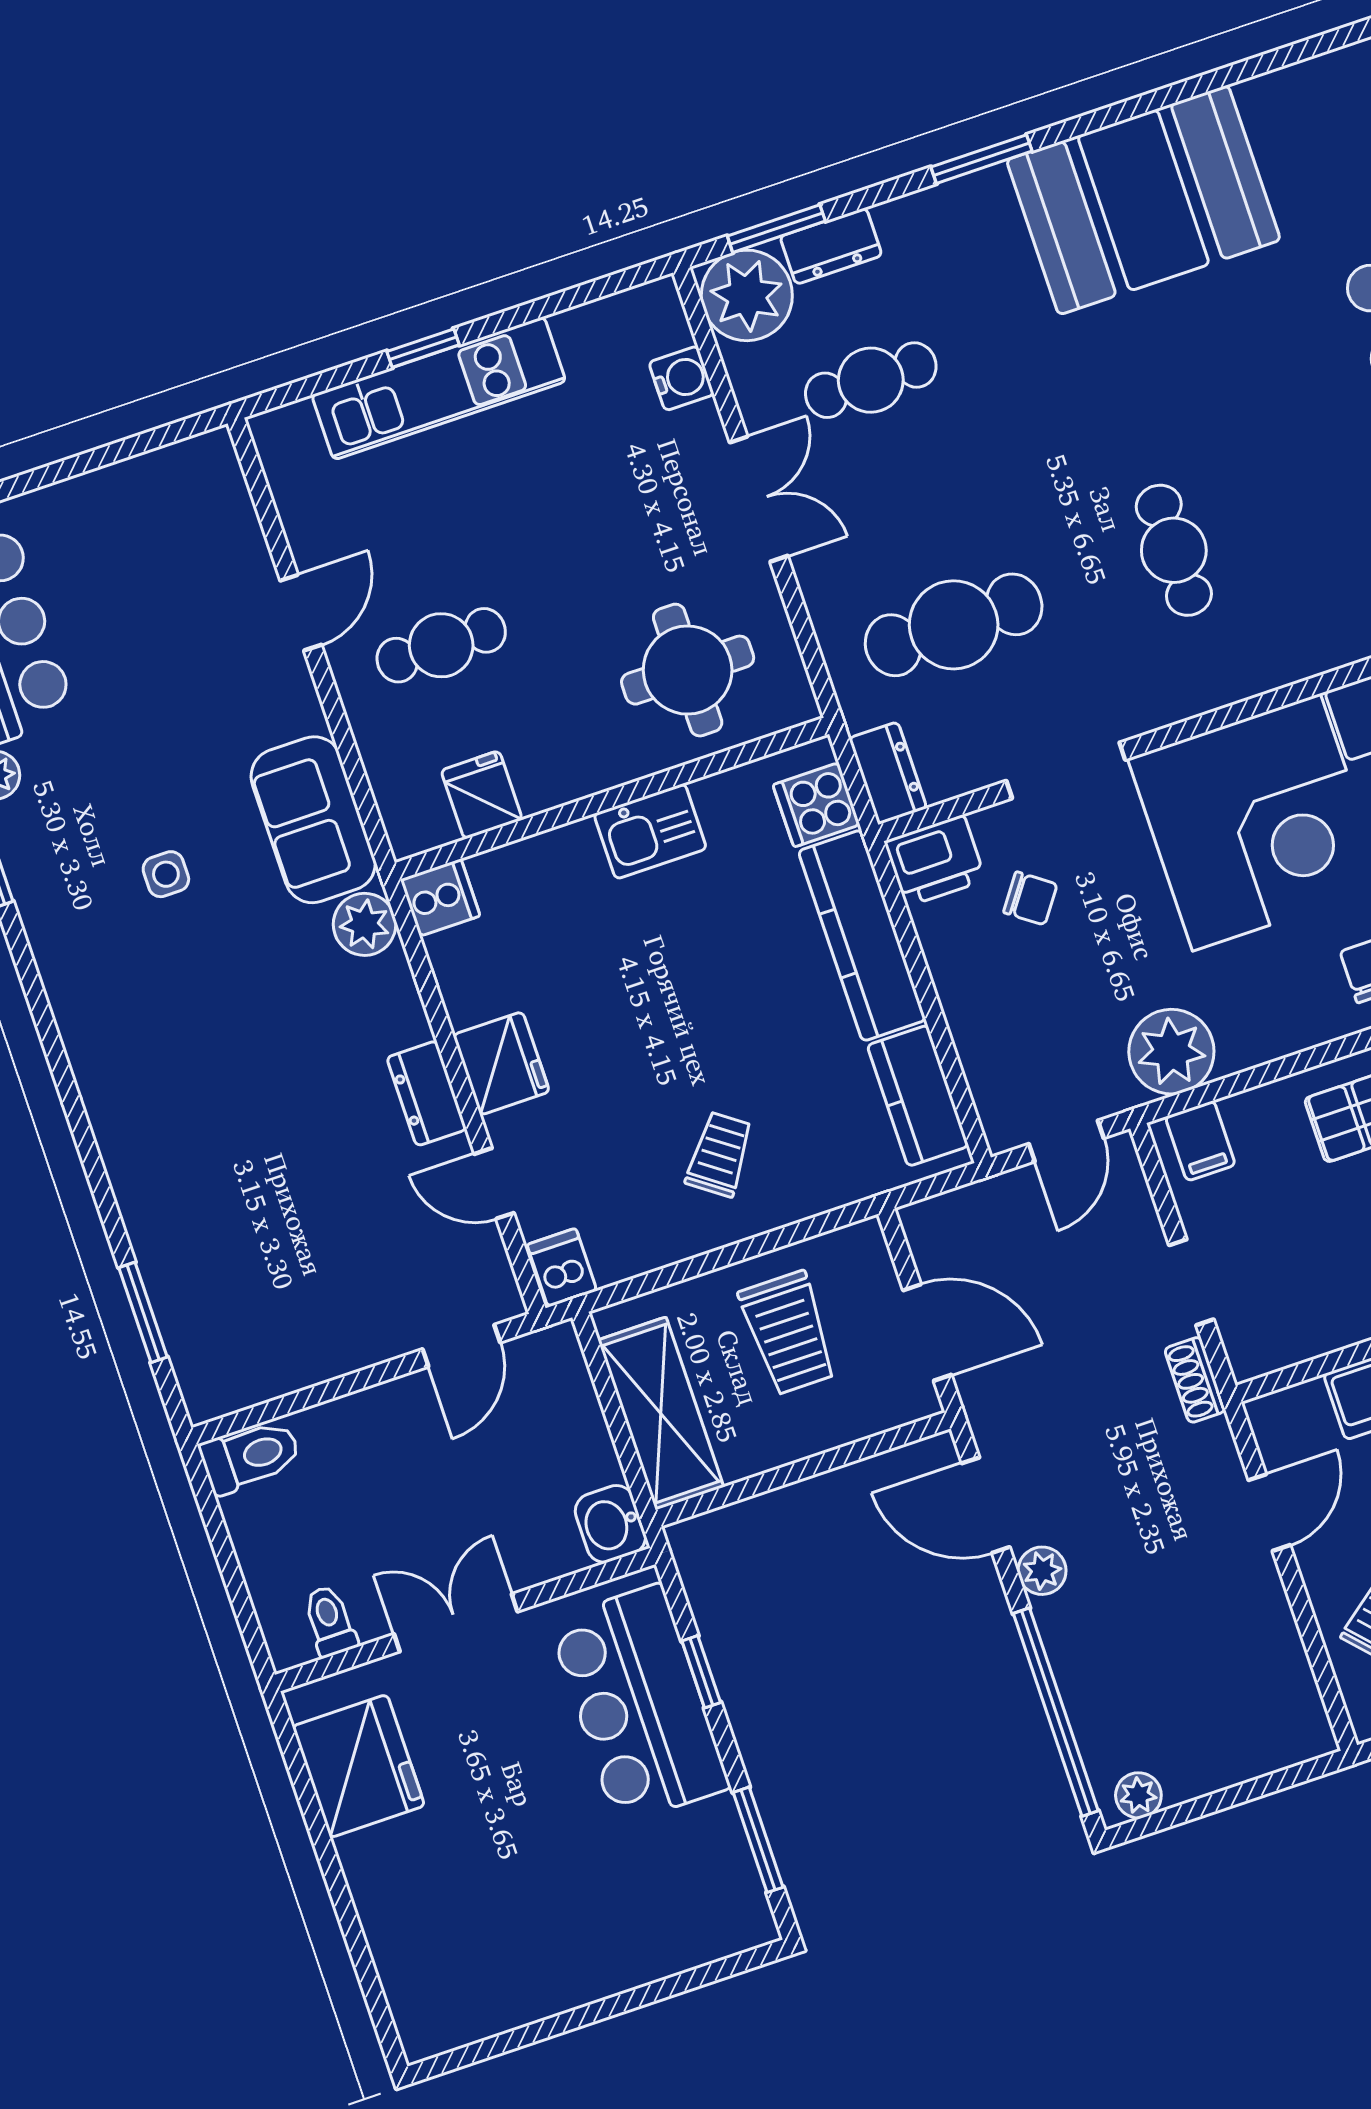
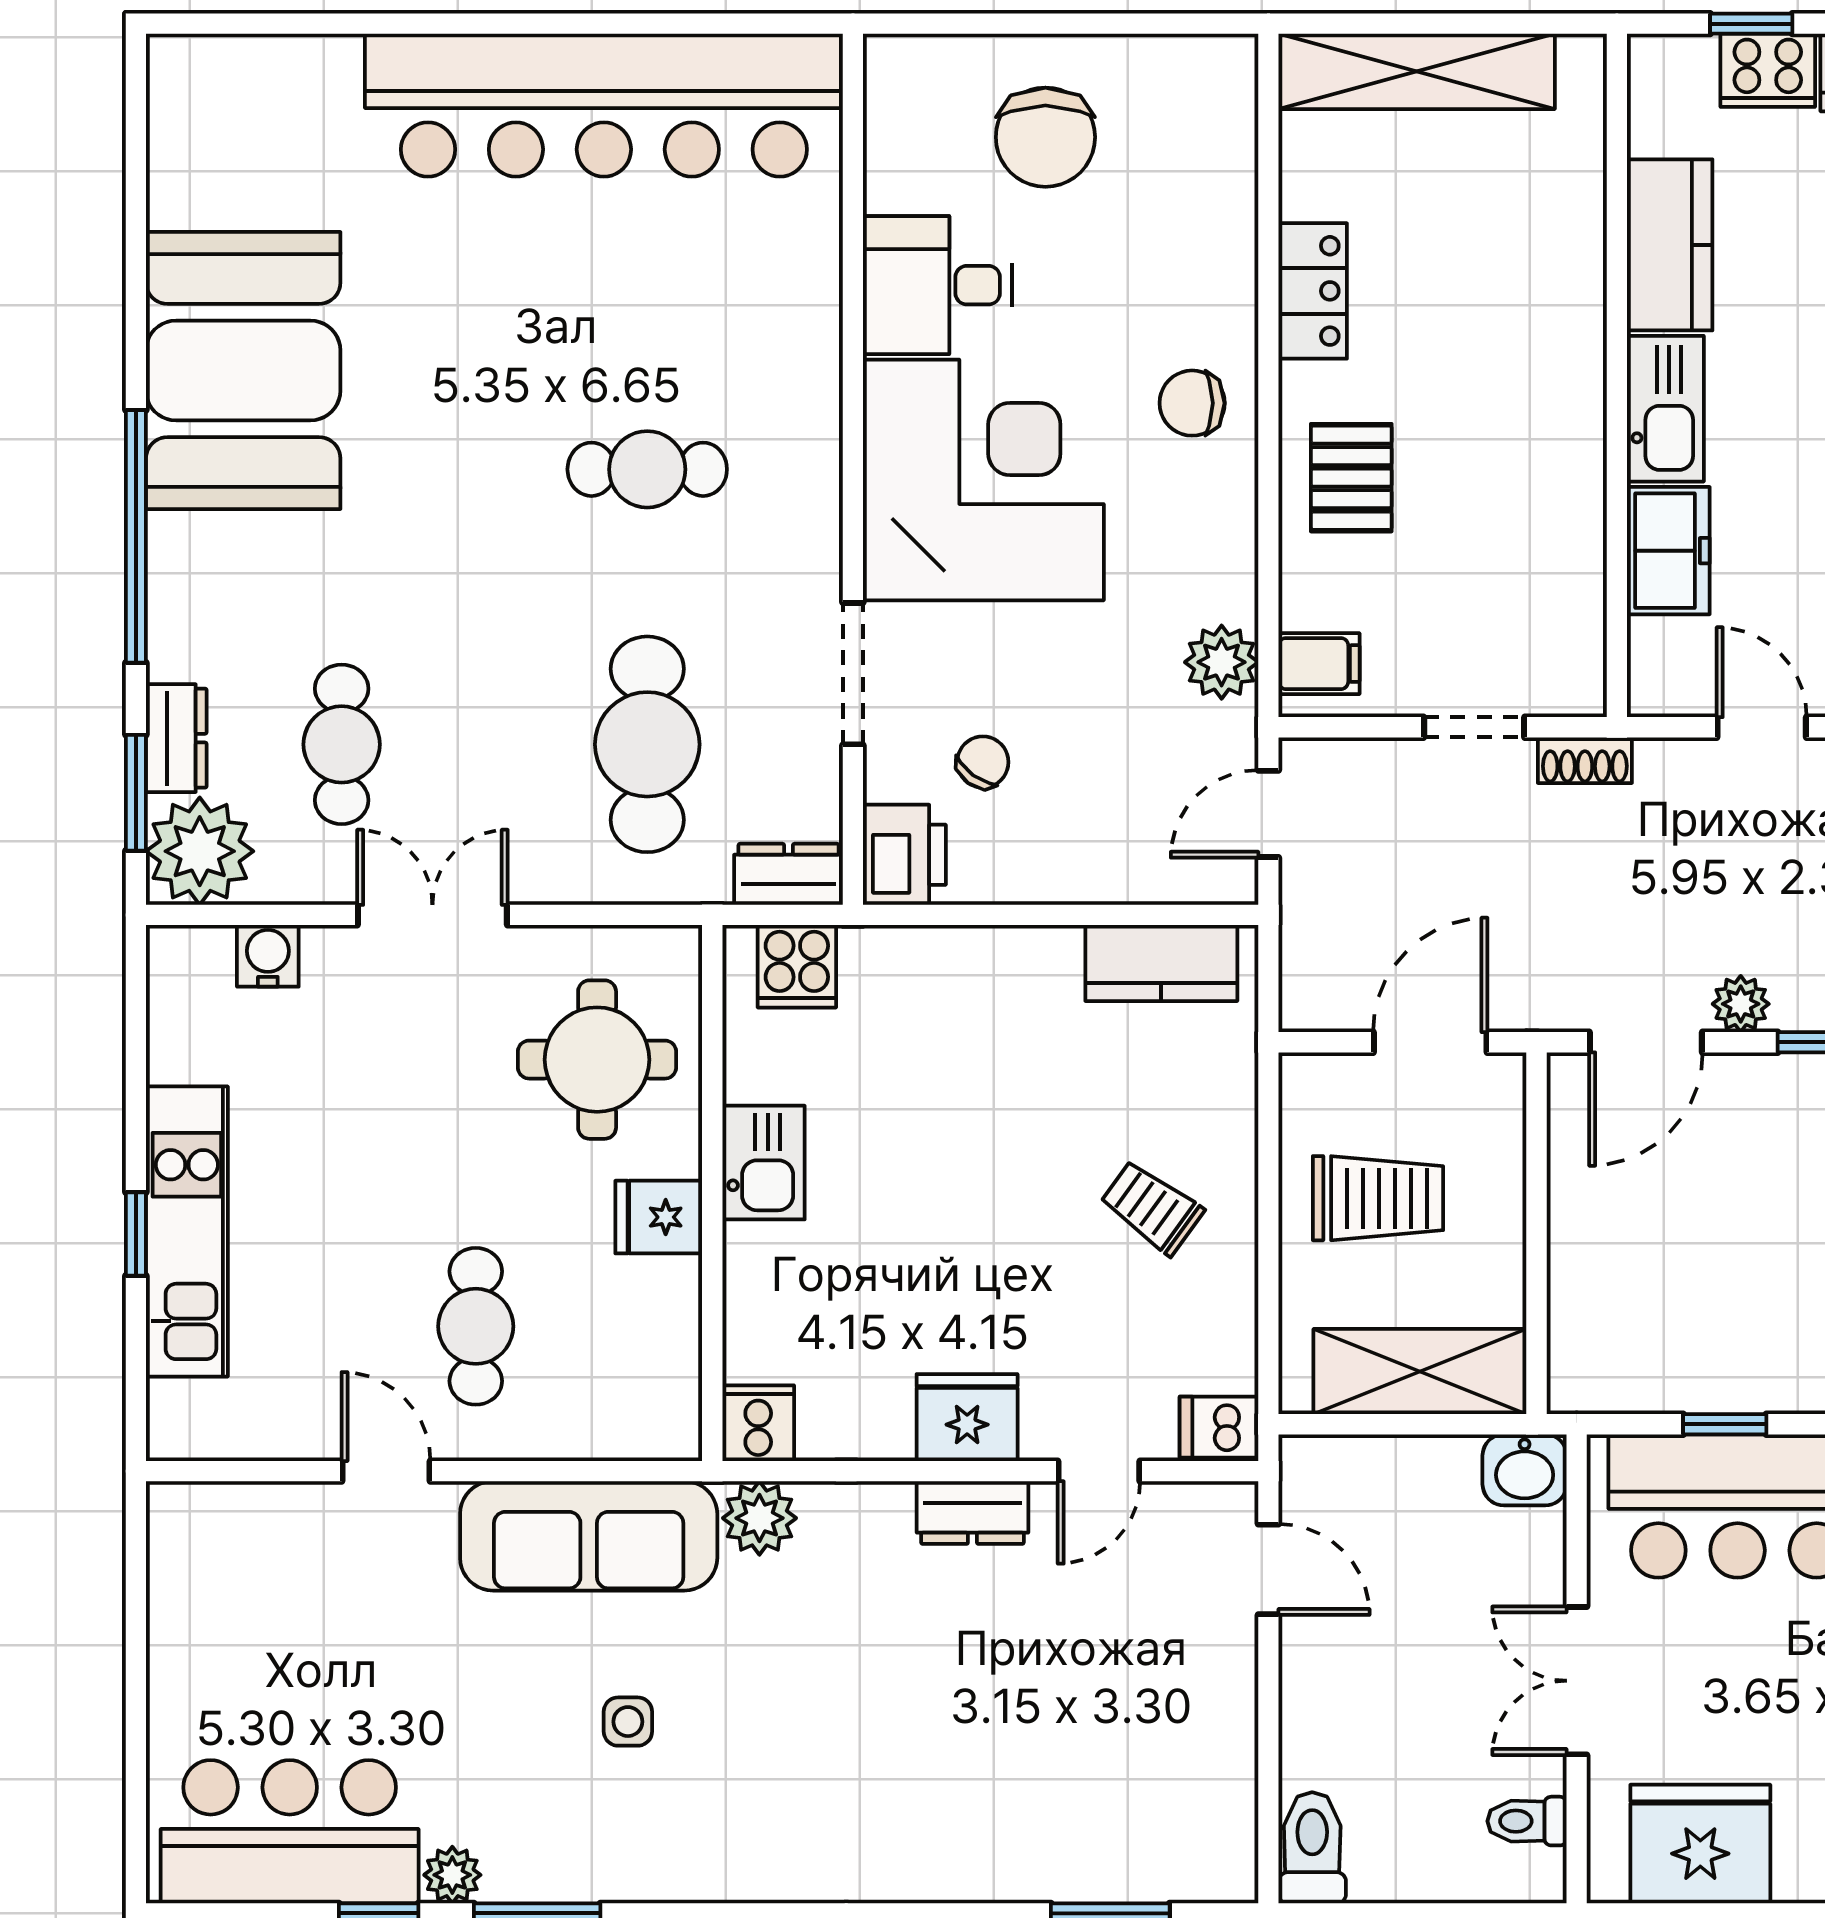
window: (982, 159) -> (136, 536), width x2.11
fridge: (482, 795) -> (659, 1217), moved
sofa: (313, 820) -> (589, 1536), width x1.36
kitchen counter: (862, 936) -> (961, 965), removed
plant: (1171, 1052) -> (1222, 662), width x0.73, depth x0.73
door: (1066, 1141) -> (1268, 814), swing flipped

